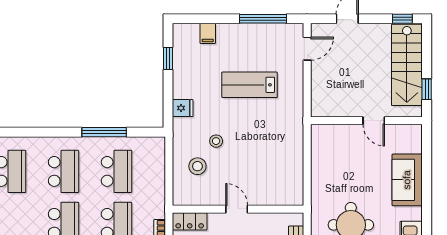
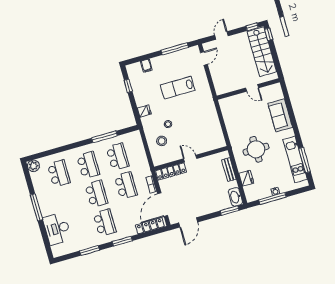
window: (427, 89) -> (269, 34), moved
locker: (190, 221) -> (171, 171), width x1.53

